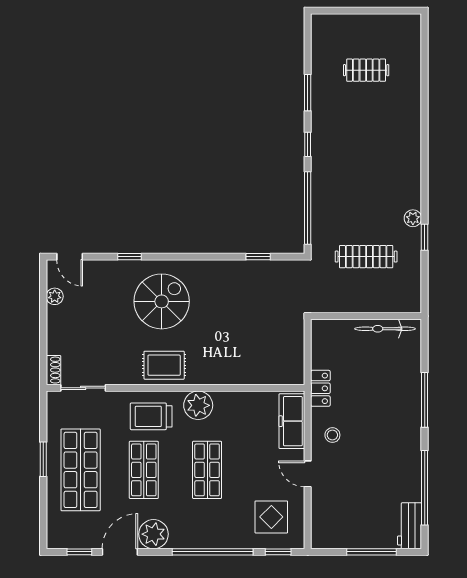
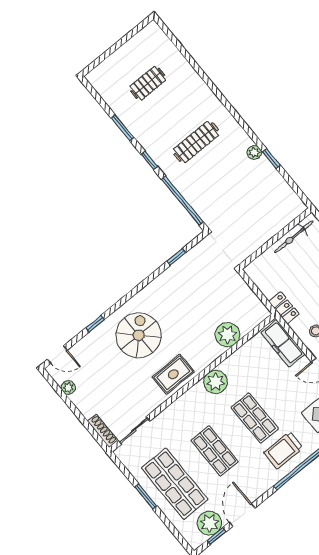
clothes rail: (366, 257) -> (196, 142), moved
shoe rack: (53, 370) -> (103, 431), width x1.43
plant: (246, 370) -> (227, 335), added
trolley: (151, 416) -> (283, 450), moved
plant: (154, 534) -> (209, 523), moved

